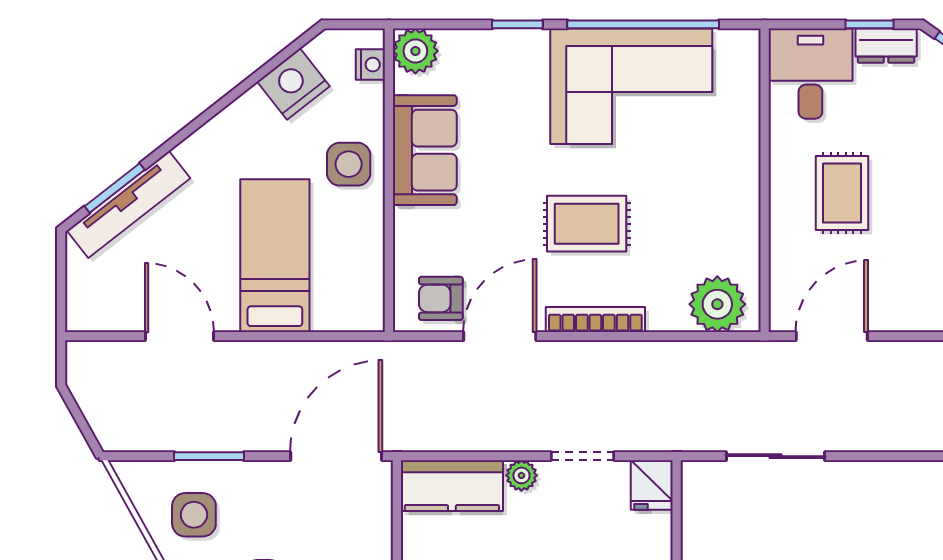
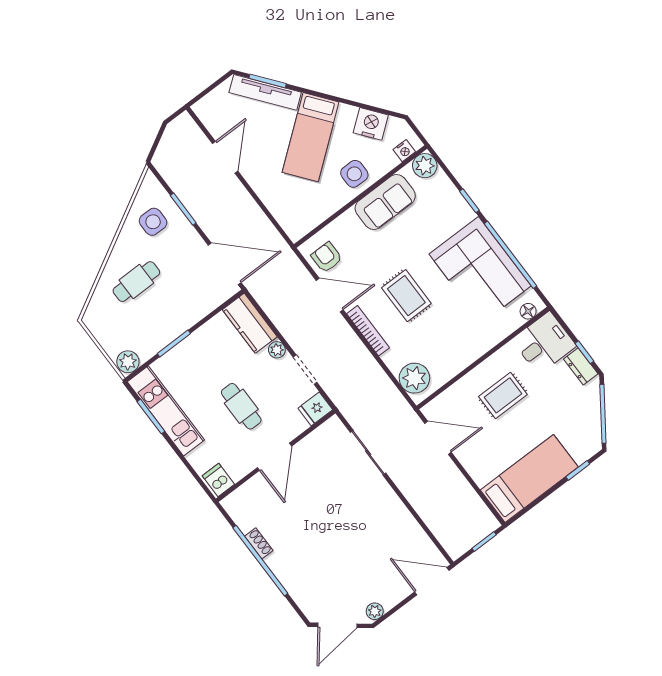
floor lamp: (746, 62) -> (528, 311), added
bed: (275, 256) -> (311, 137), moved, turned 142

